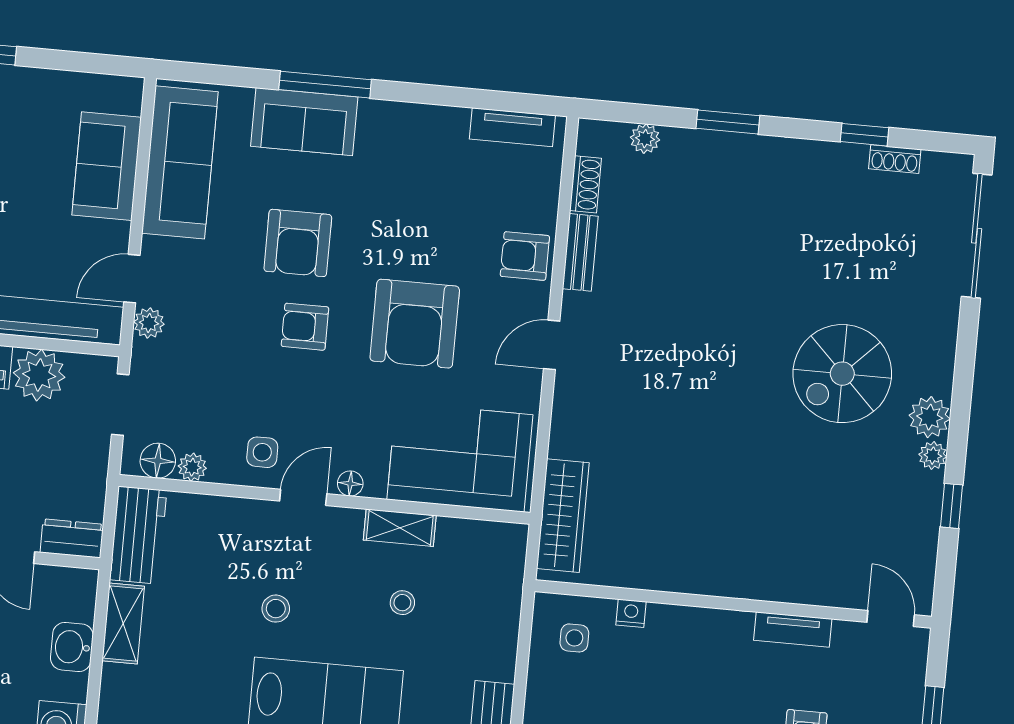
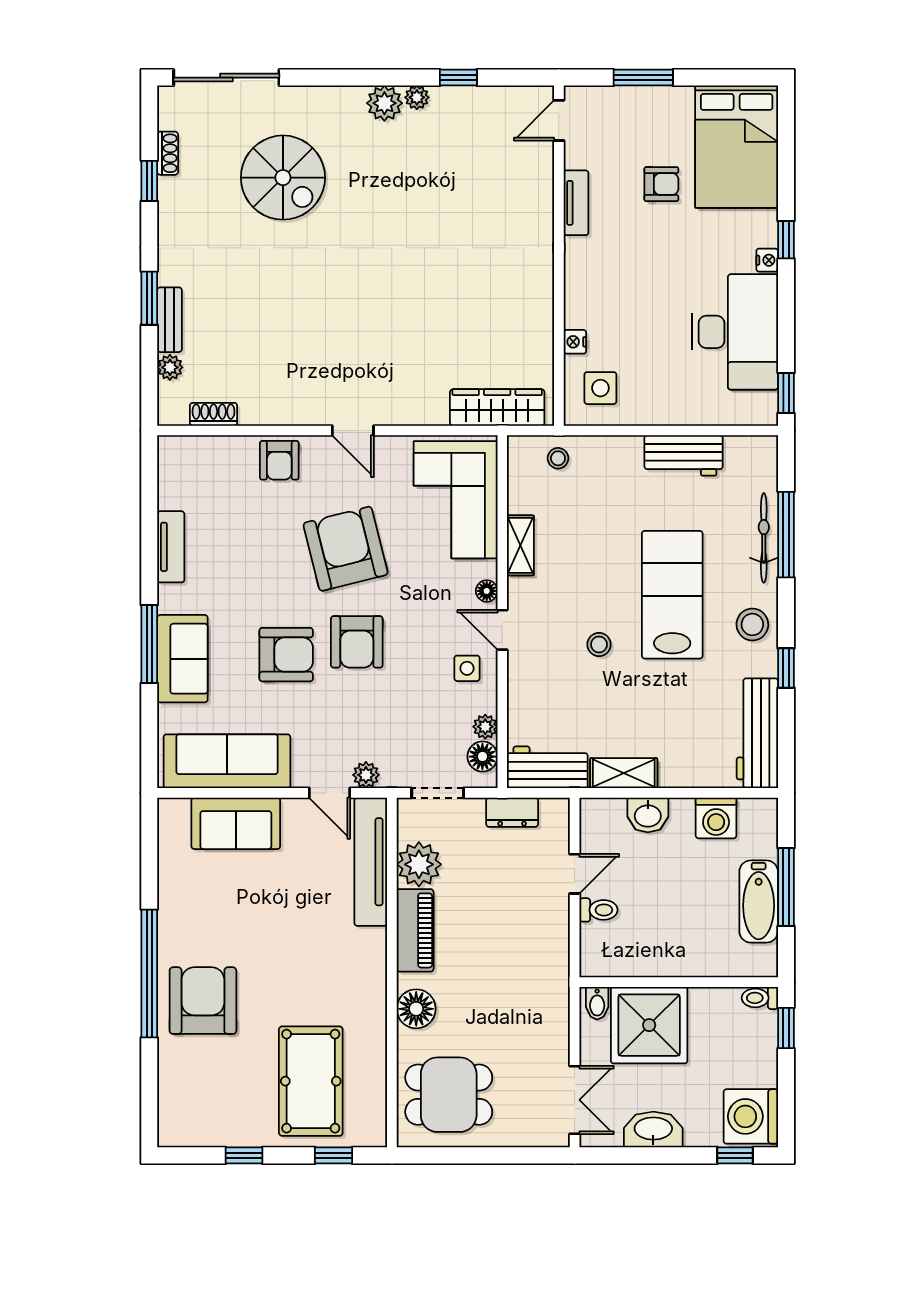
tv unit: (512, 127) -> (171, 547), moved
bench: (580, 252) -> (169, 320), moved, turned 90
armchair: (415, 324) -> (346, 549), turned -104
armchair: (305, 327) -> (357, 642), width x1.38, depth x1.38
spiral stairs: (842, 374) -> (283, 178), moved
dresser: (72, 538) -> (512, 812), moved, turned -90
stool: (402, 603) -> (558, 458), moved
side table: (574, 638) -> (600, 388), width x1.37, depth x1.37

